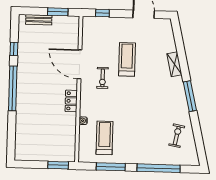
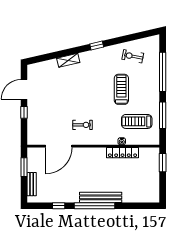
window: (102, 13) -> (24, 112), moved
treadmill: (127, 59) -> (121, 89), moved, turned 90
door: (80, 64) -> (59, 146), moved
bench: (22, 96) -> (101, 197), added
window: (190, 96) -> (97, 46), width x0.46
locker: (71, 101) -> (122, 153), moved, width x1.53

